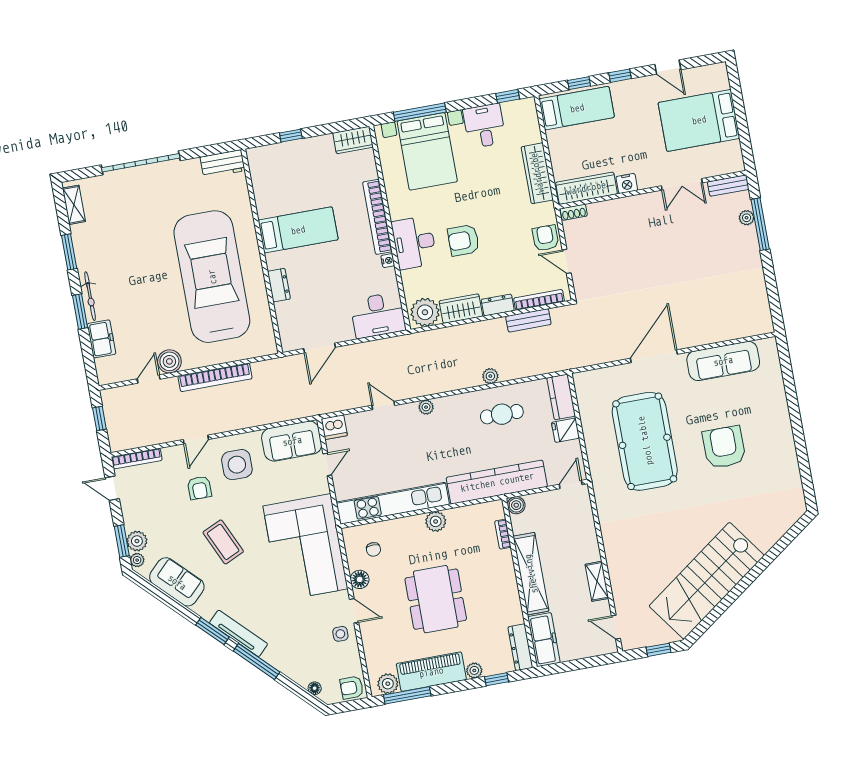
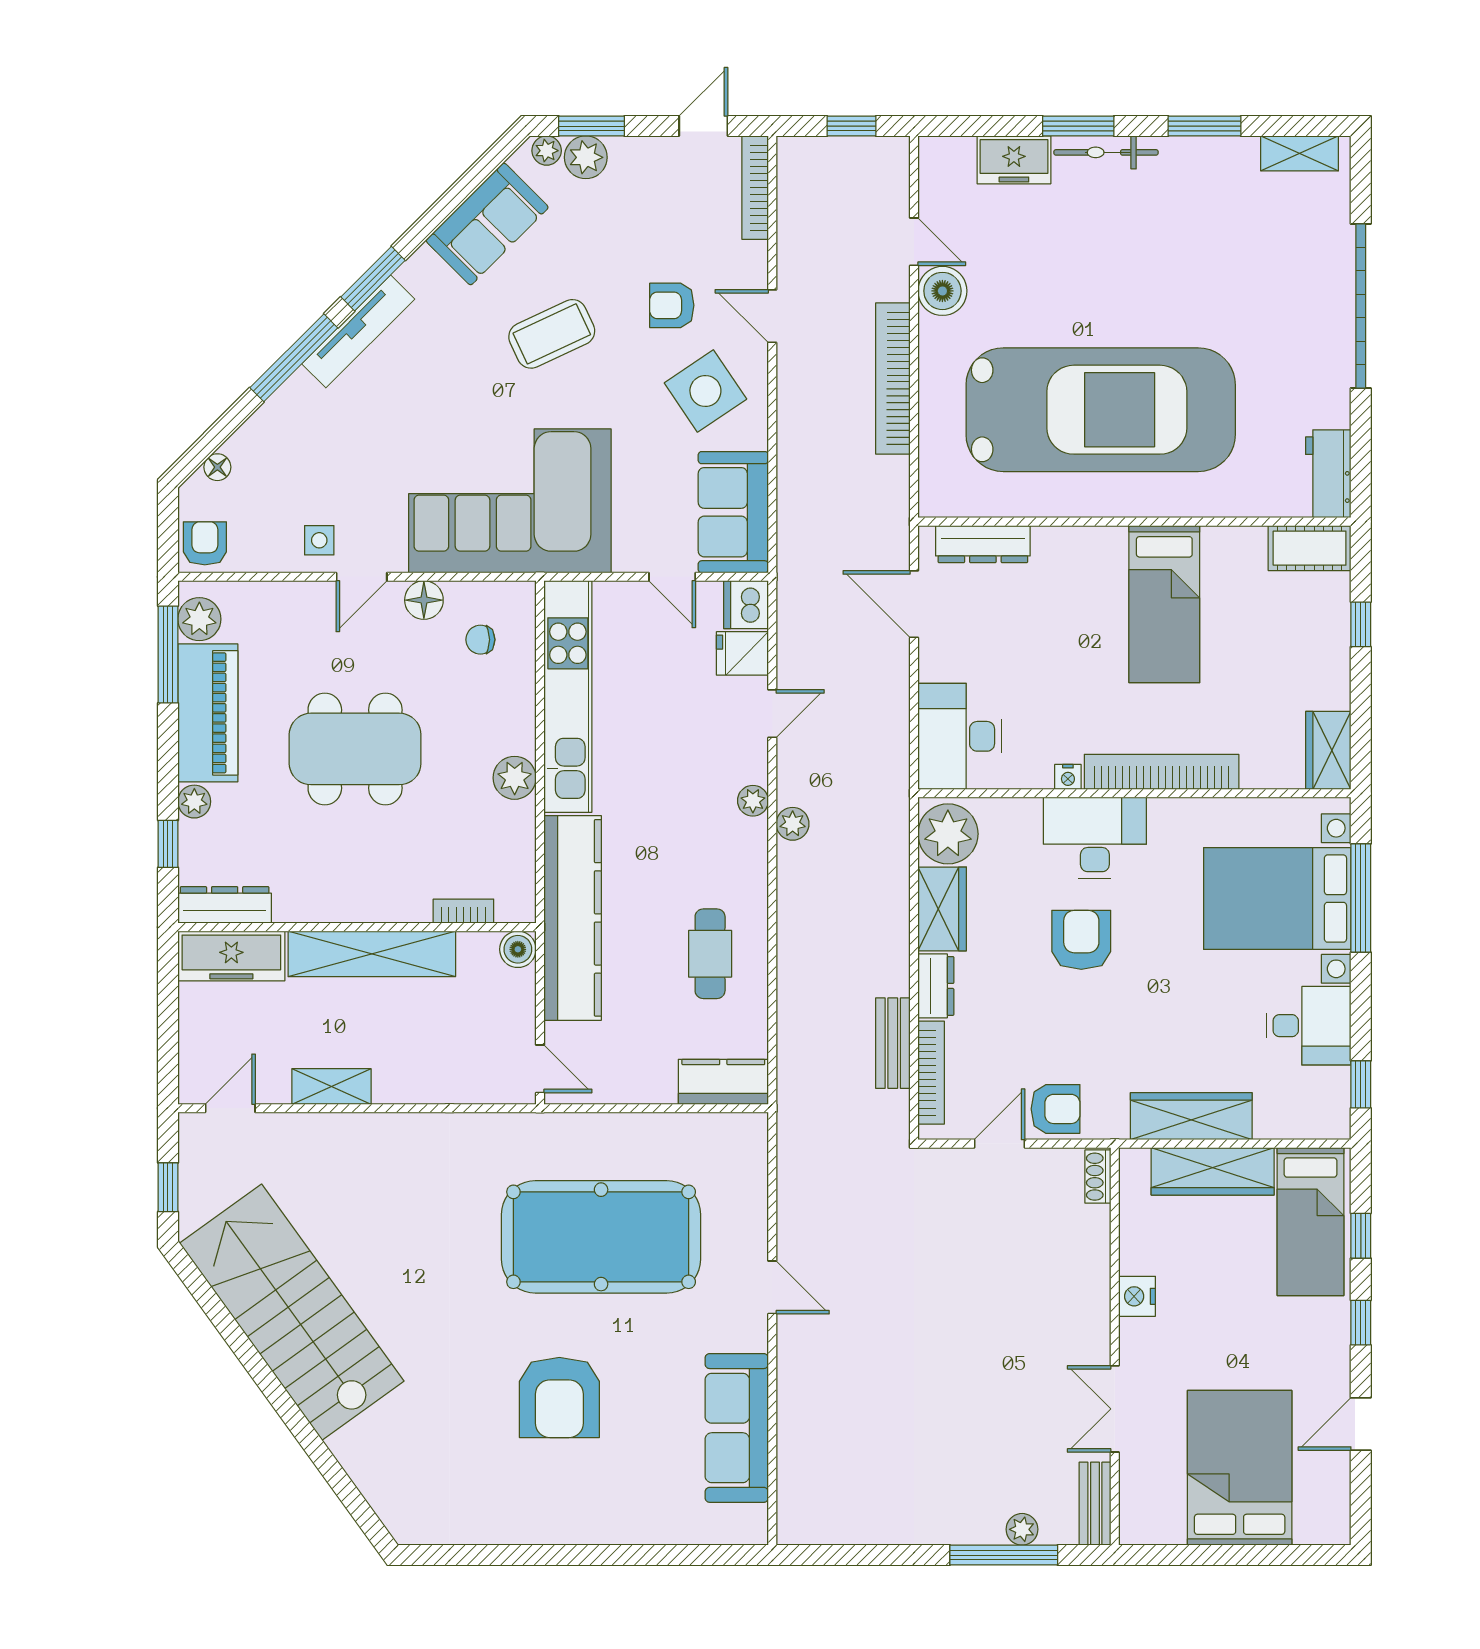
cot: (259, 166) -> (1310, 548), added
wardrobe: (586, 188) -> (1213, 1171), moved, turned 90
dresser: (279, 285) -> (983, 544), moved, width x1.44
door: (654, 356) -> (772, 1287), width x0.53
plant: (490, 376) -> (793, 824), moved
fridge: (565, 430) -> (742, 653), moved, turned -90
armchair: (724, 447) -> (559, 1397), turned 90
side table: (237, 465) -> (705, 391), turned -34

